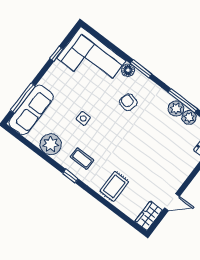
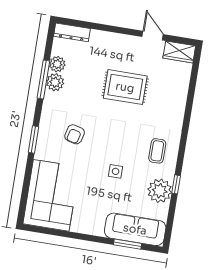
window: (56, 54) -> (64, 234), removed
floor lamp: (128, 70) -> (42, 152), removed
window: (23, 98) -> (128, 244), width x0.69
window: (70, 176) -> (176, 184), moved
rug: (114, 186) -> (125, 87), moved, width x1.36, depth x1.43

